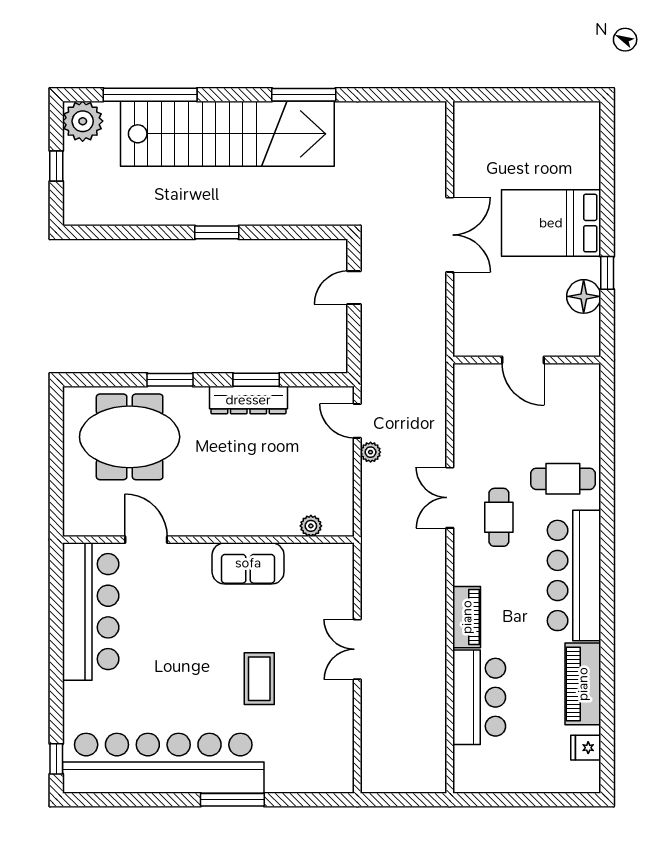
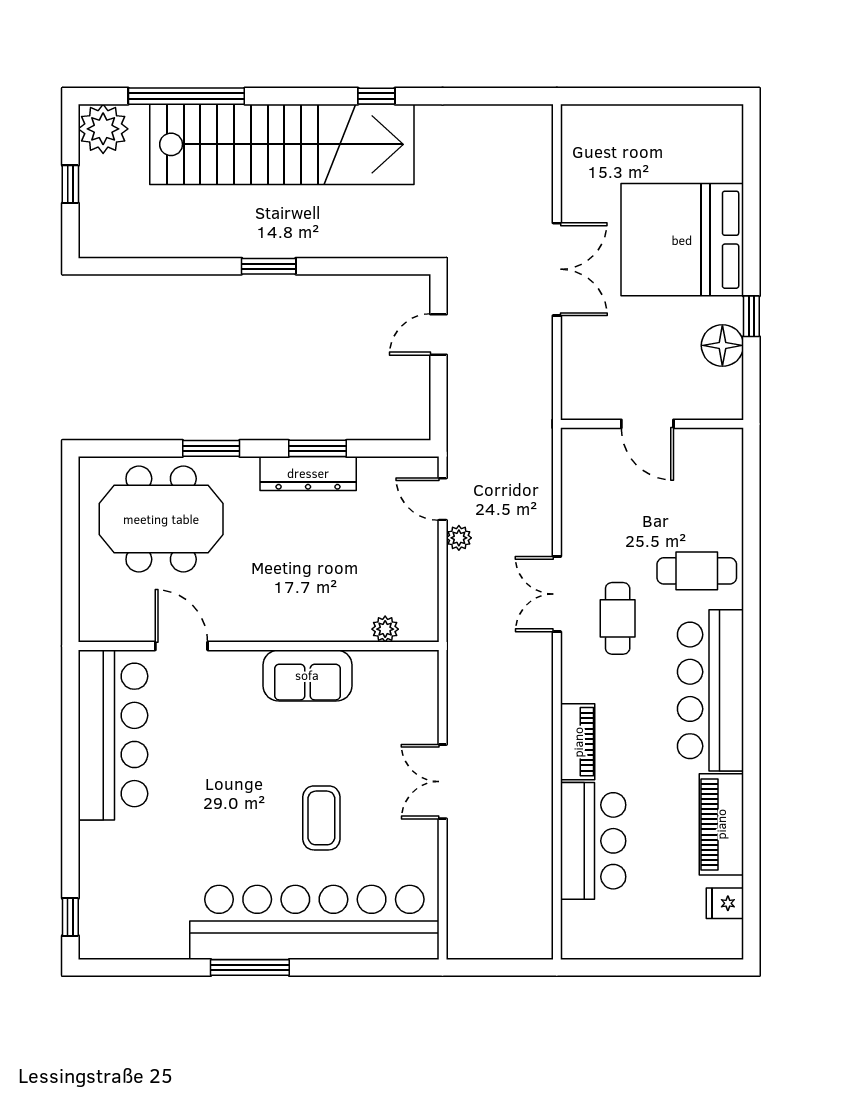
window: (304, 95) -> (376, 96), width x0.46
bed: (551, 223) -> (682, 240), width x1.36
bar counter: (163, 763) -> (314, 922), moved
window: (232, 800) -> (250, 967), moved

